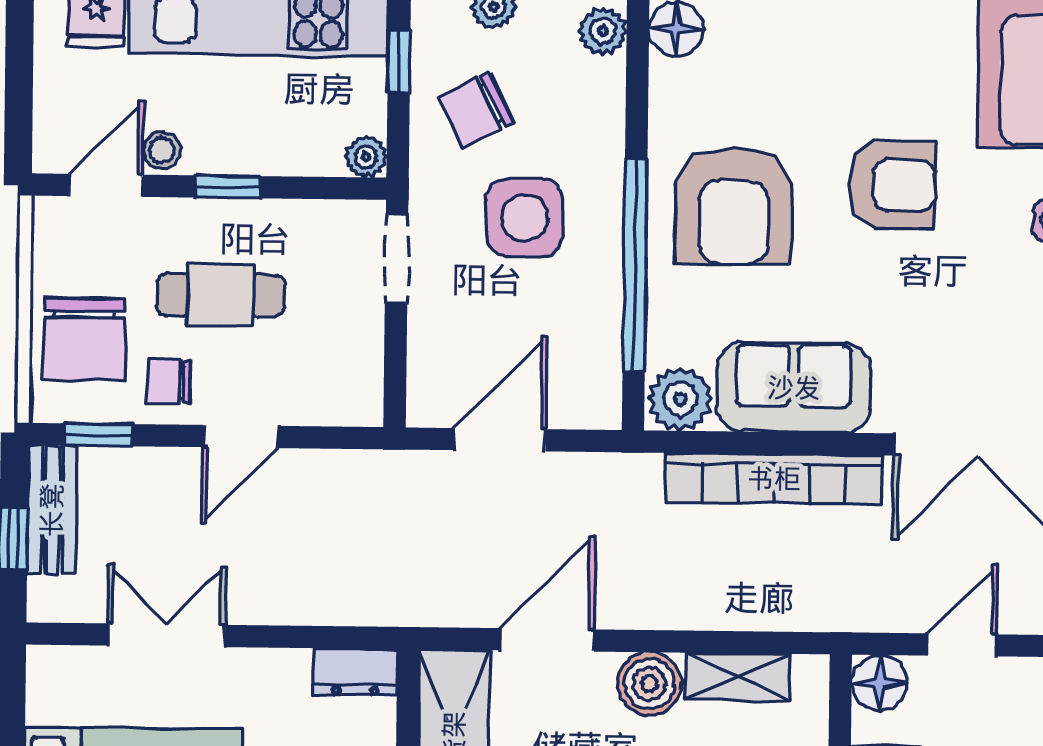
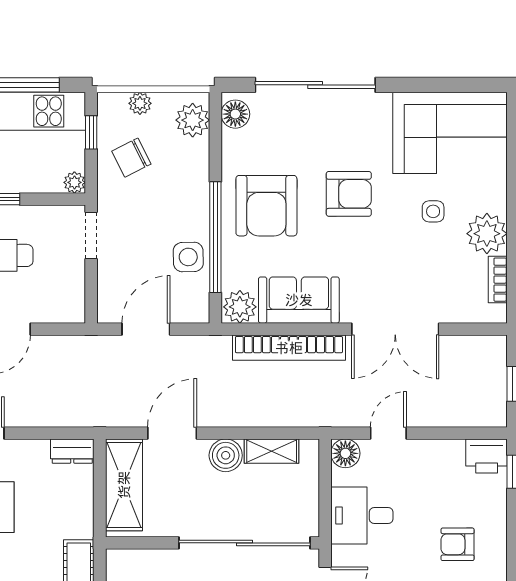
plant: (603, 31) -> (193, 120), width x1.38, depth x1.38
side table: (525, 218) -> (188, 257), moved, width x0.73, depth x0.73

